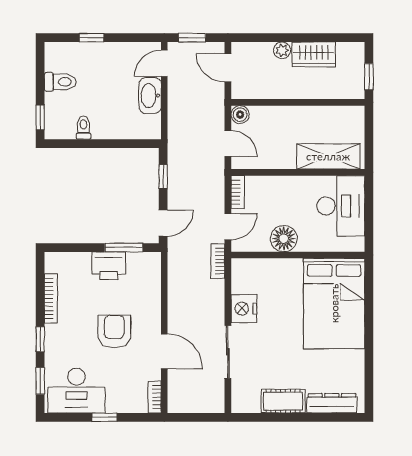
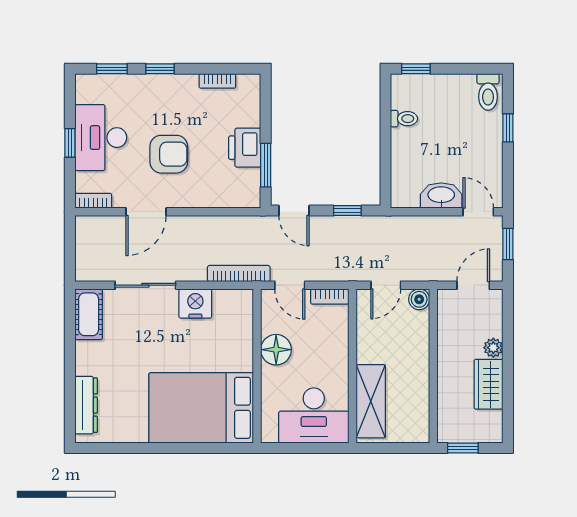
toilet: (60, 82) -> (488, 92), moved
bookcase: (218, 261) -> (239, 274), width x1.56
bookcase: (51, 298) -> (217, 81), width x0.64
desk: (76, 391) -> (101, 138), moved
cot: (283, 401) -> (89, 314), moved

